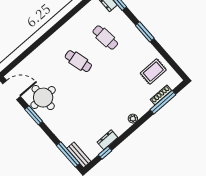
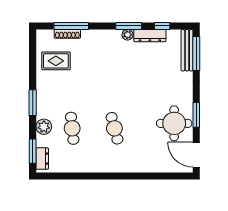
plant: (124, 23) -> (44, 127), added
plant: (133, 119) -> (127, 35), moved
window: (126, 134) -> (129, 26), added
dresser: (107, 140) -> (150, 36), width x1.44
bench: (79, 155) -> (187, 50), width x1.36

